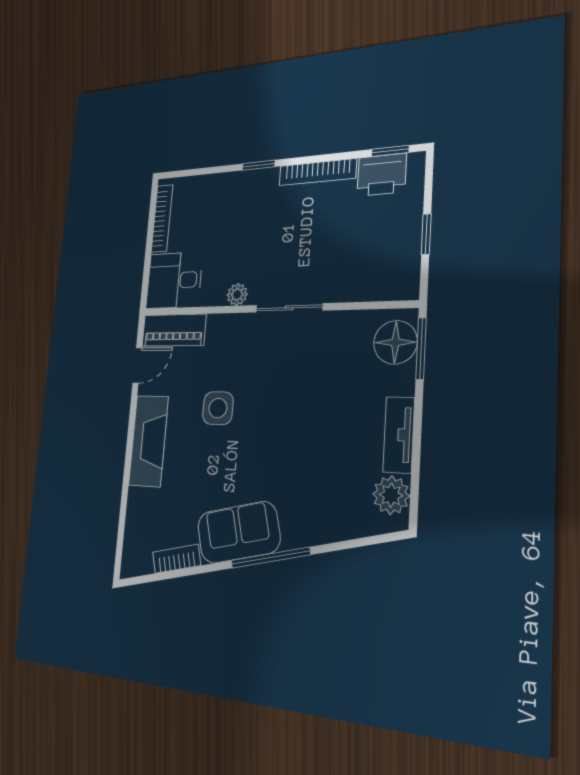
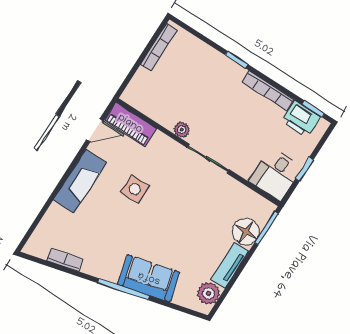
desk: (174, 280) -> (275, 174), moved, turned -90
floor lamp: (395, 342) -> (246, 231), moved
sofa: (238, 532) -> (149, 278), moved

